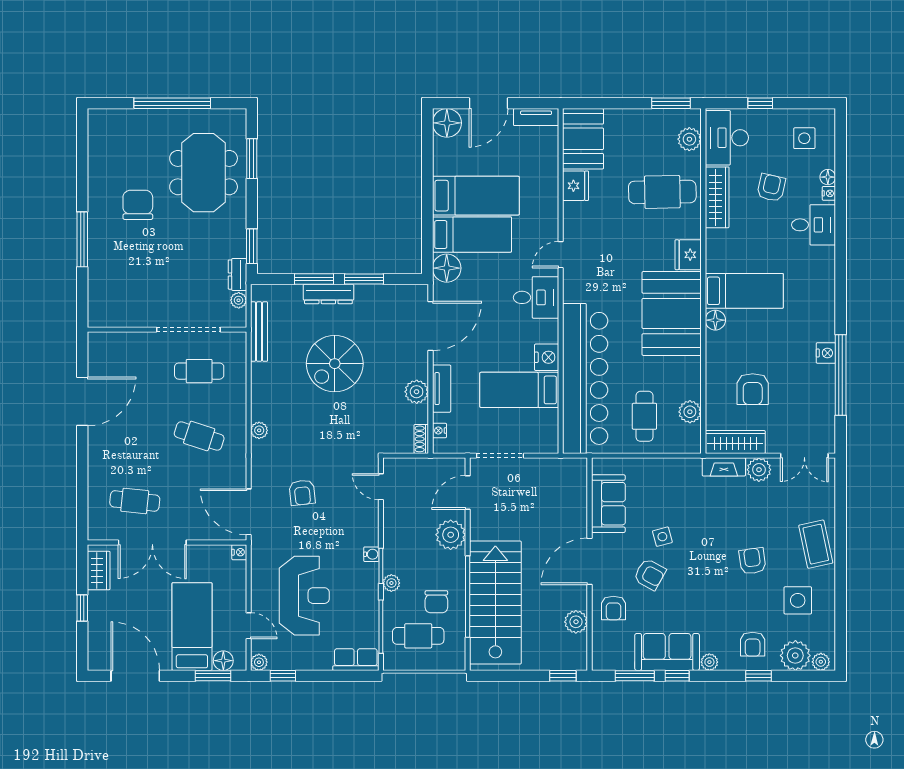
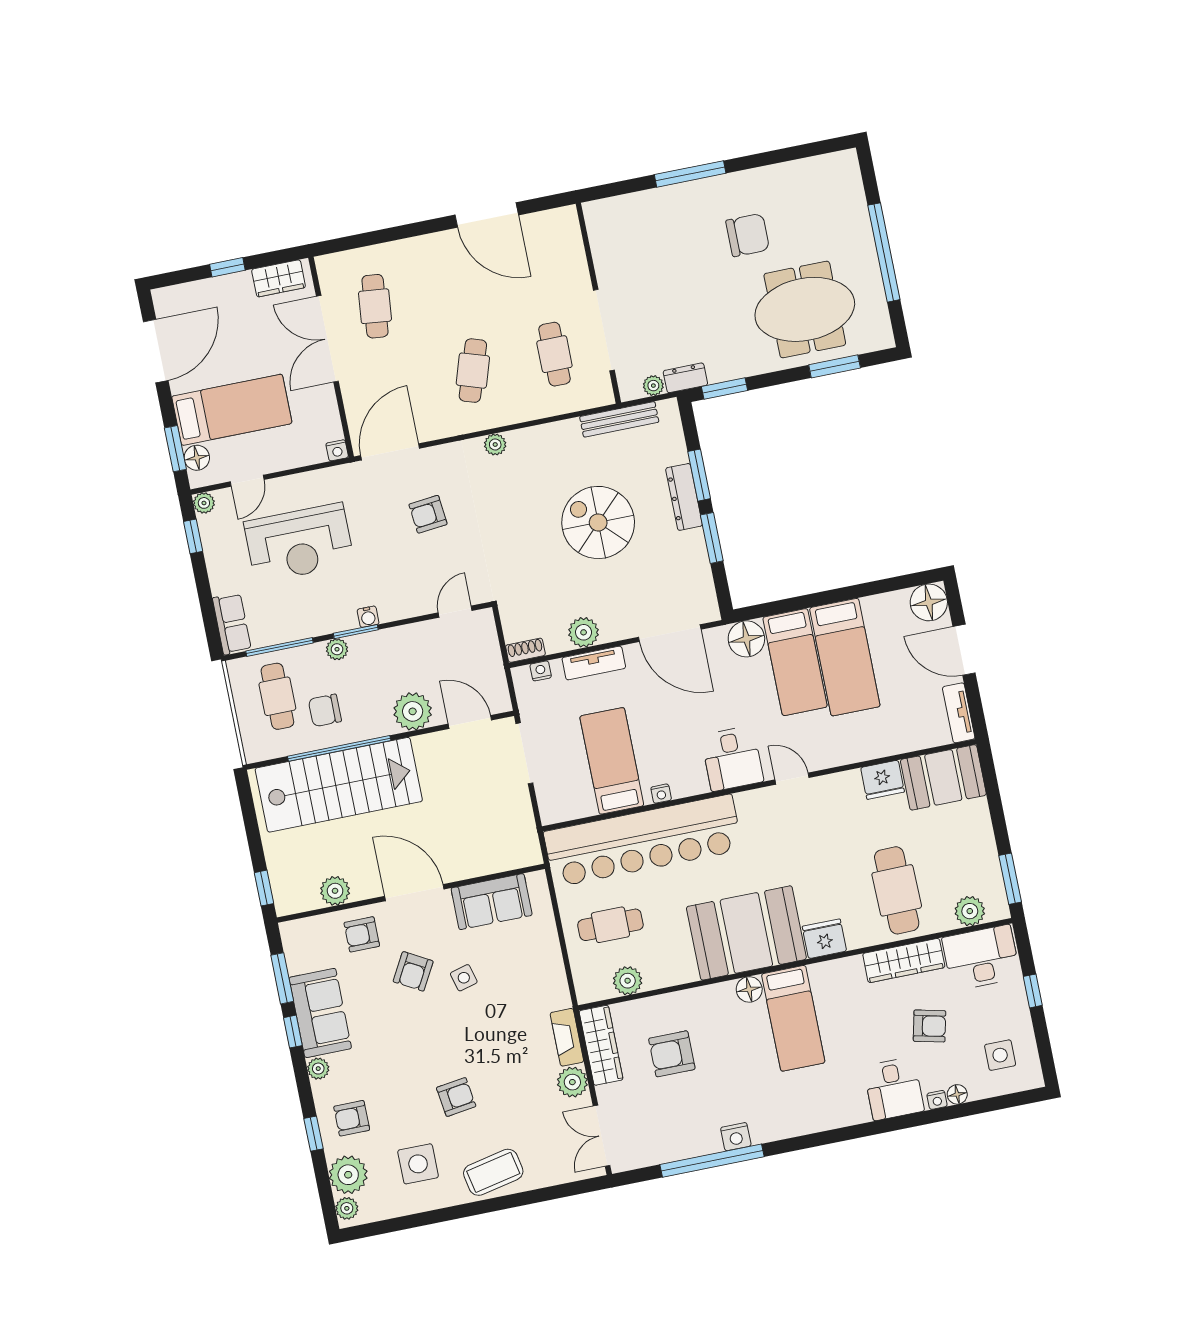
nightstand: (547, 357) -> (661, 794), width x0.53, depth x0.56

